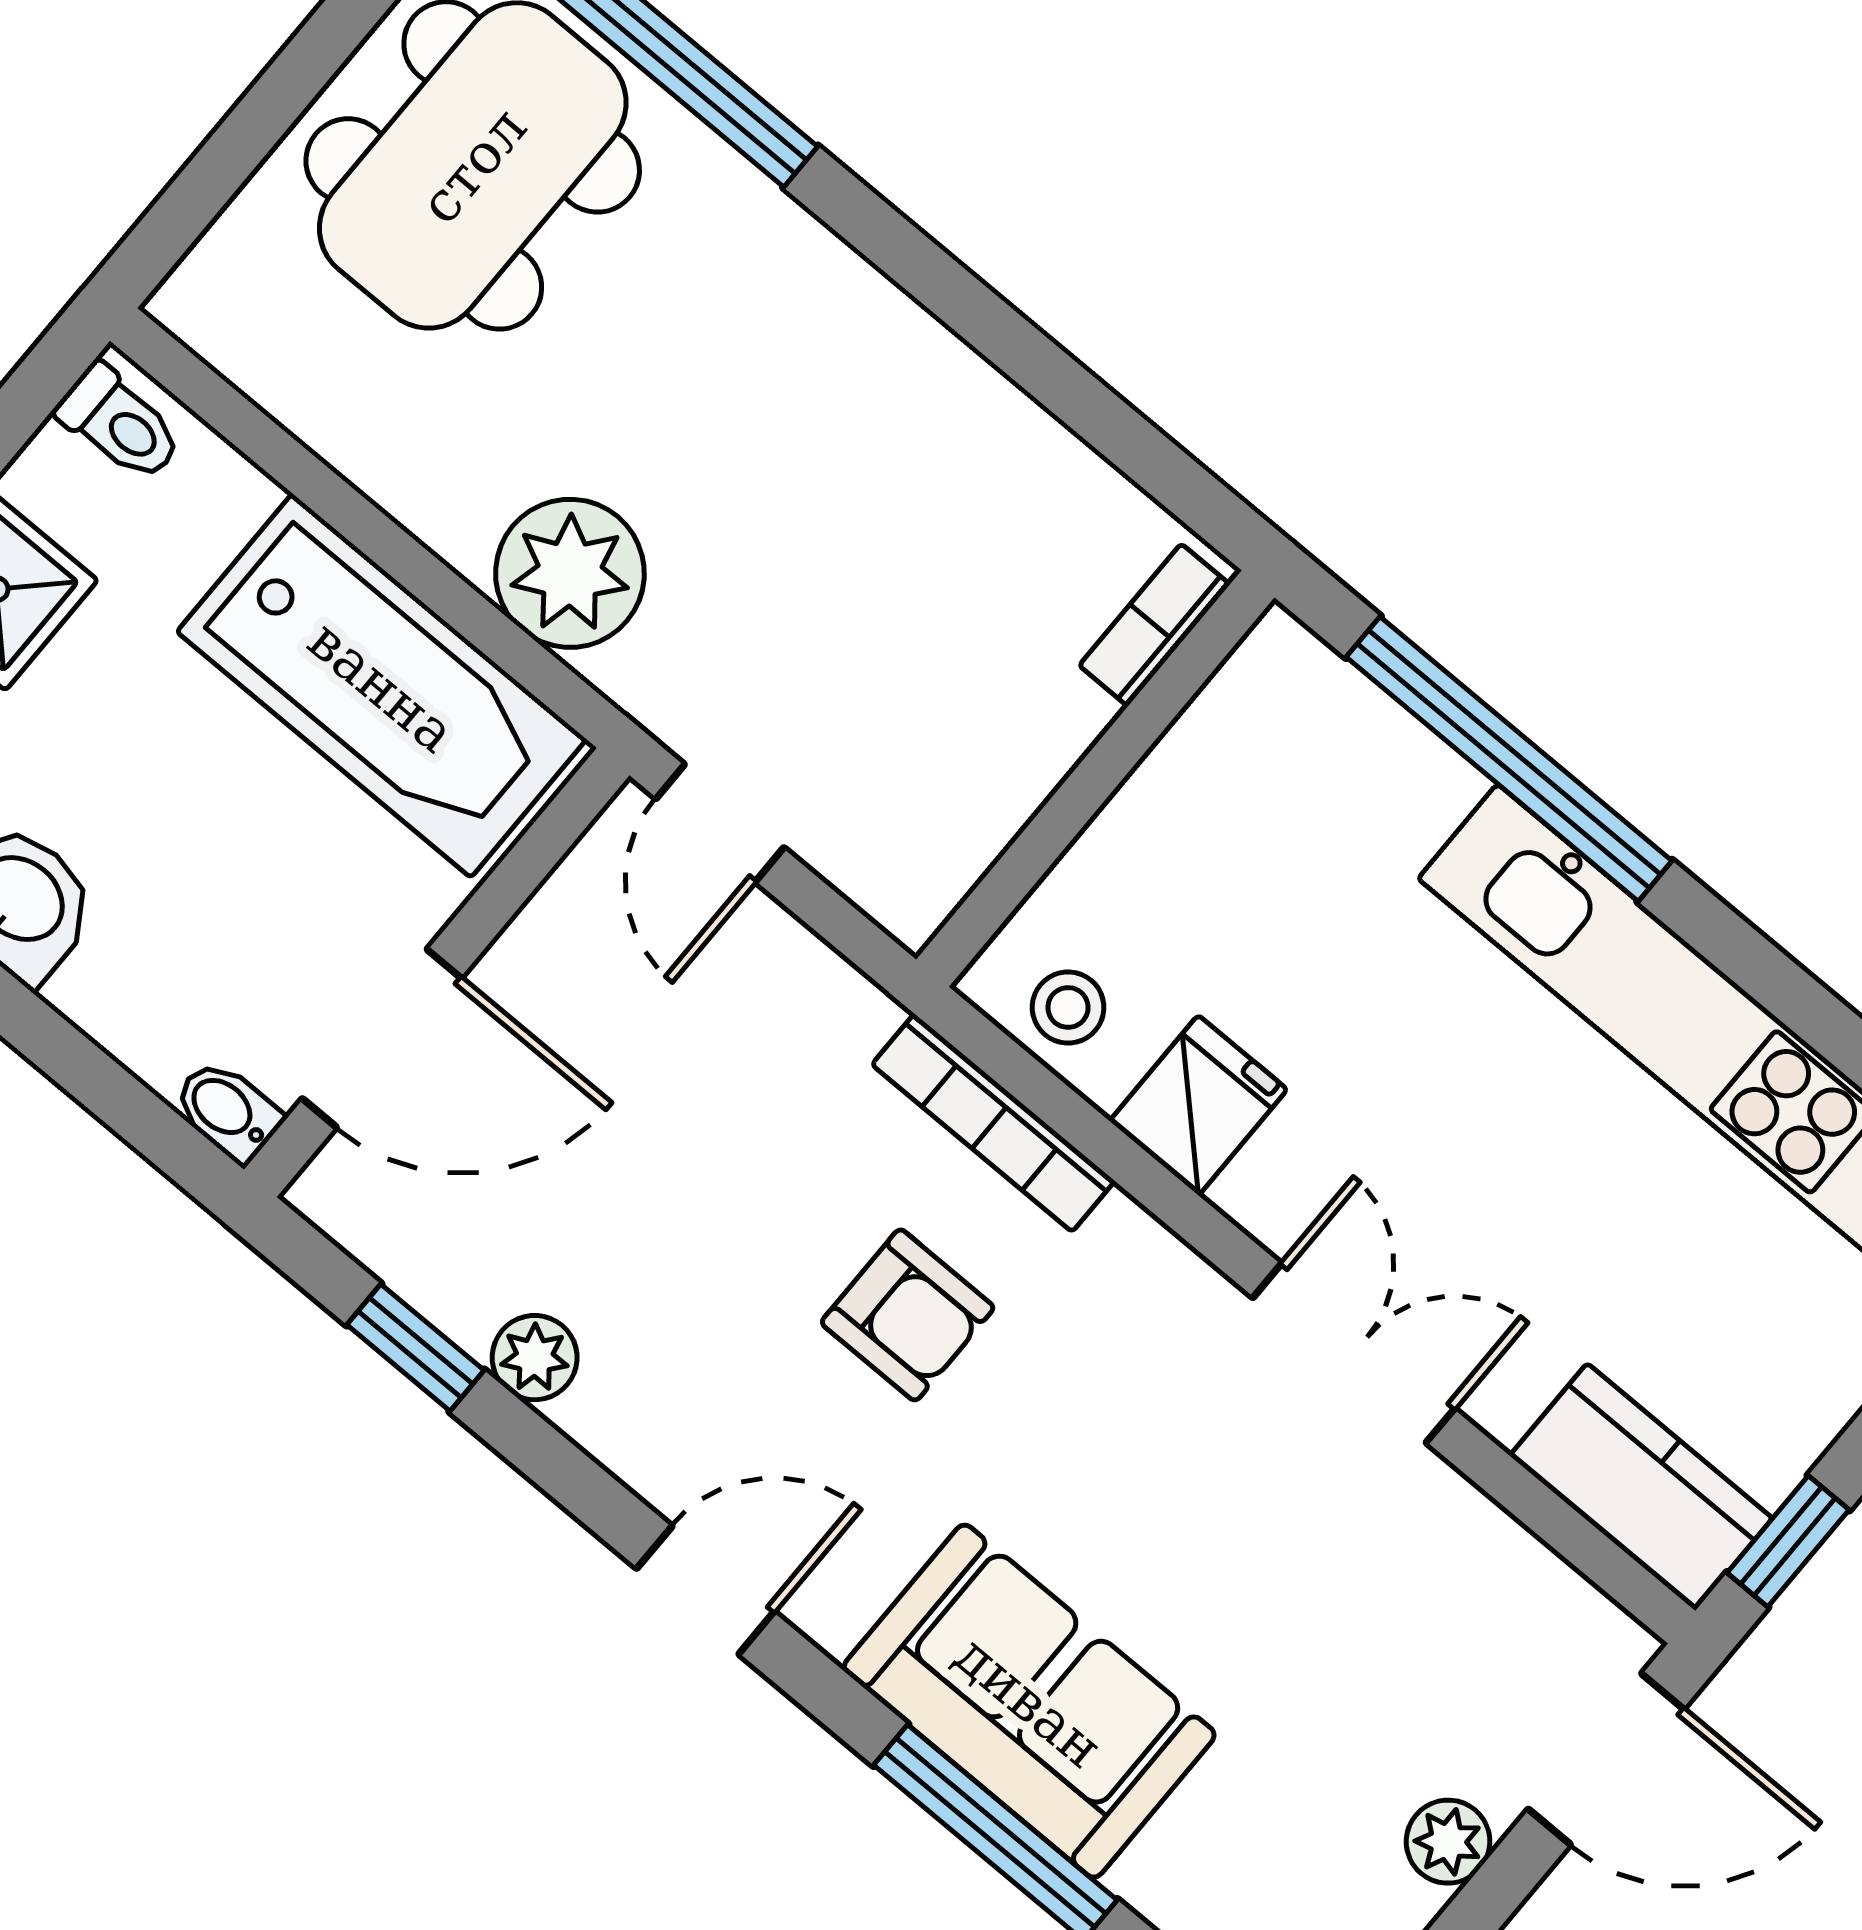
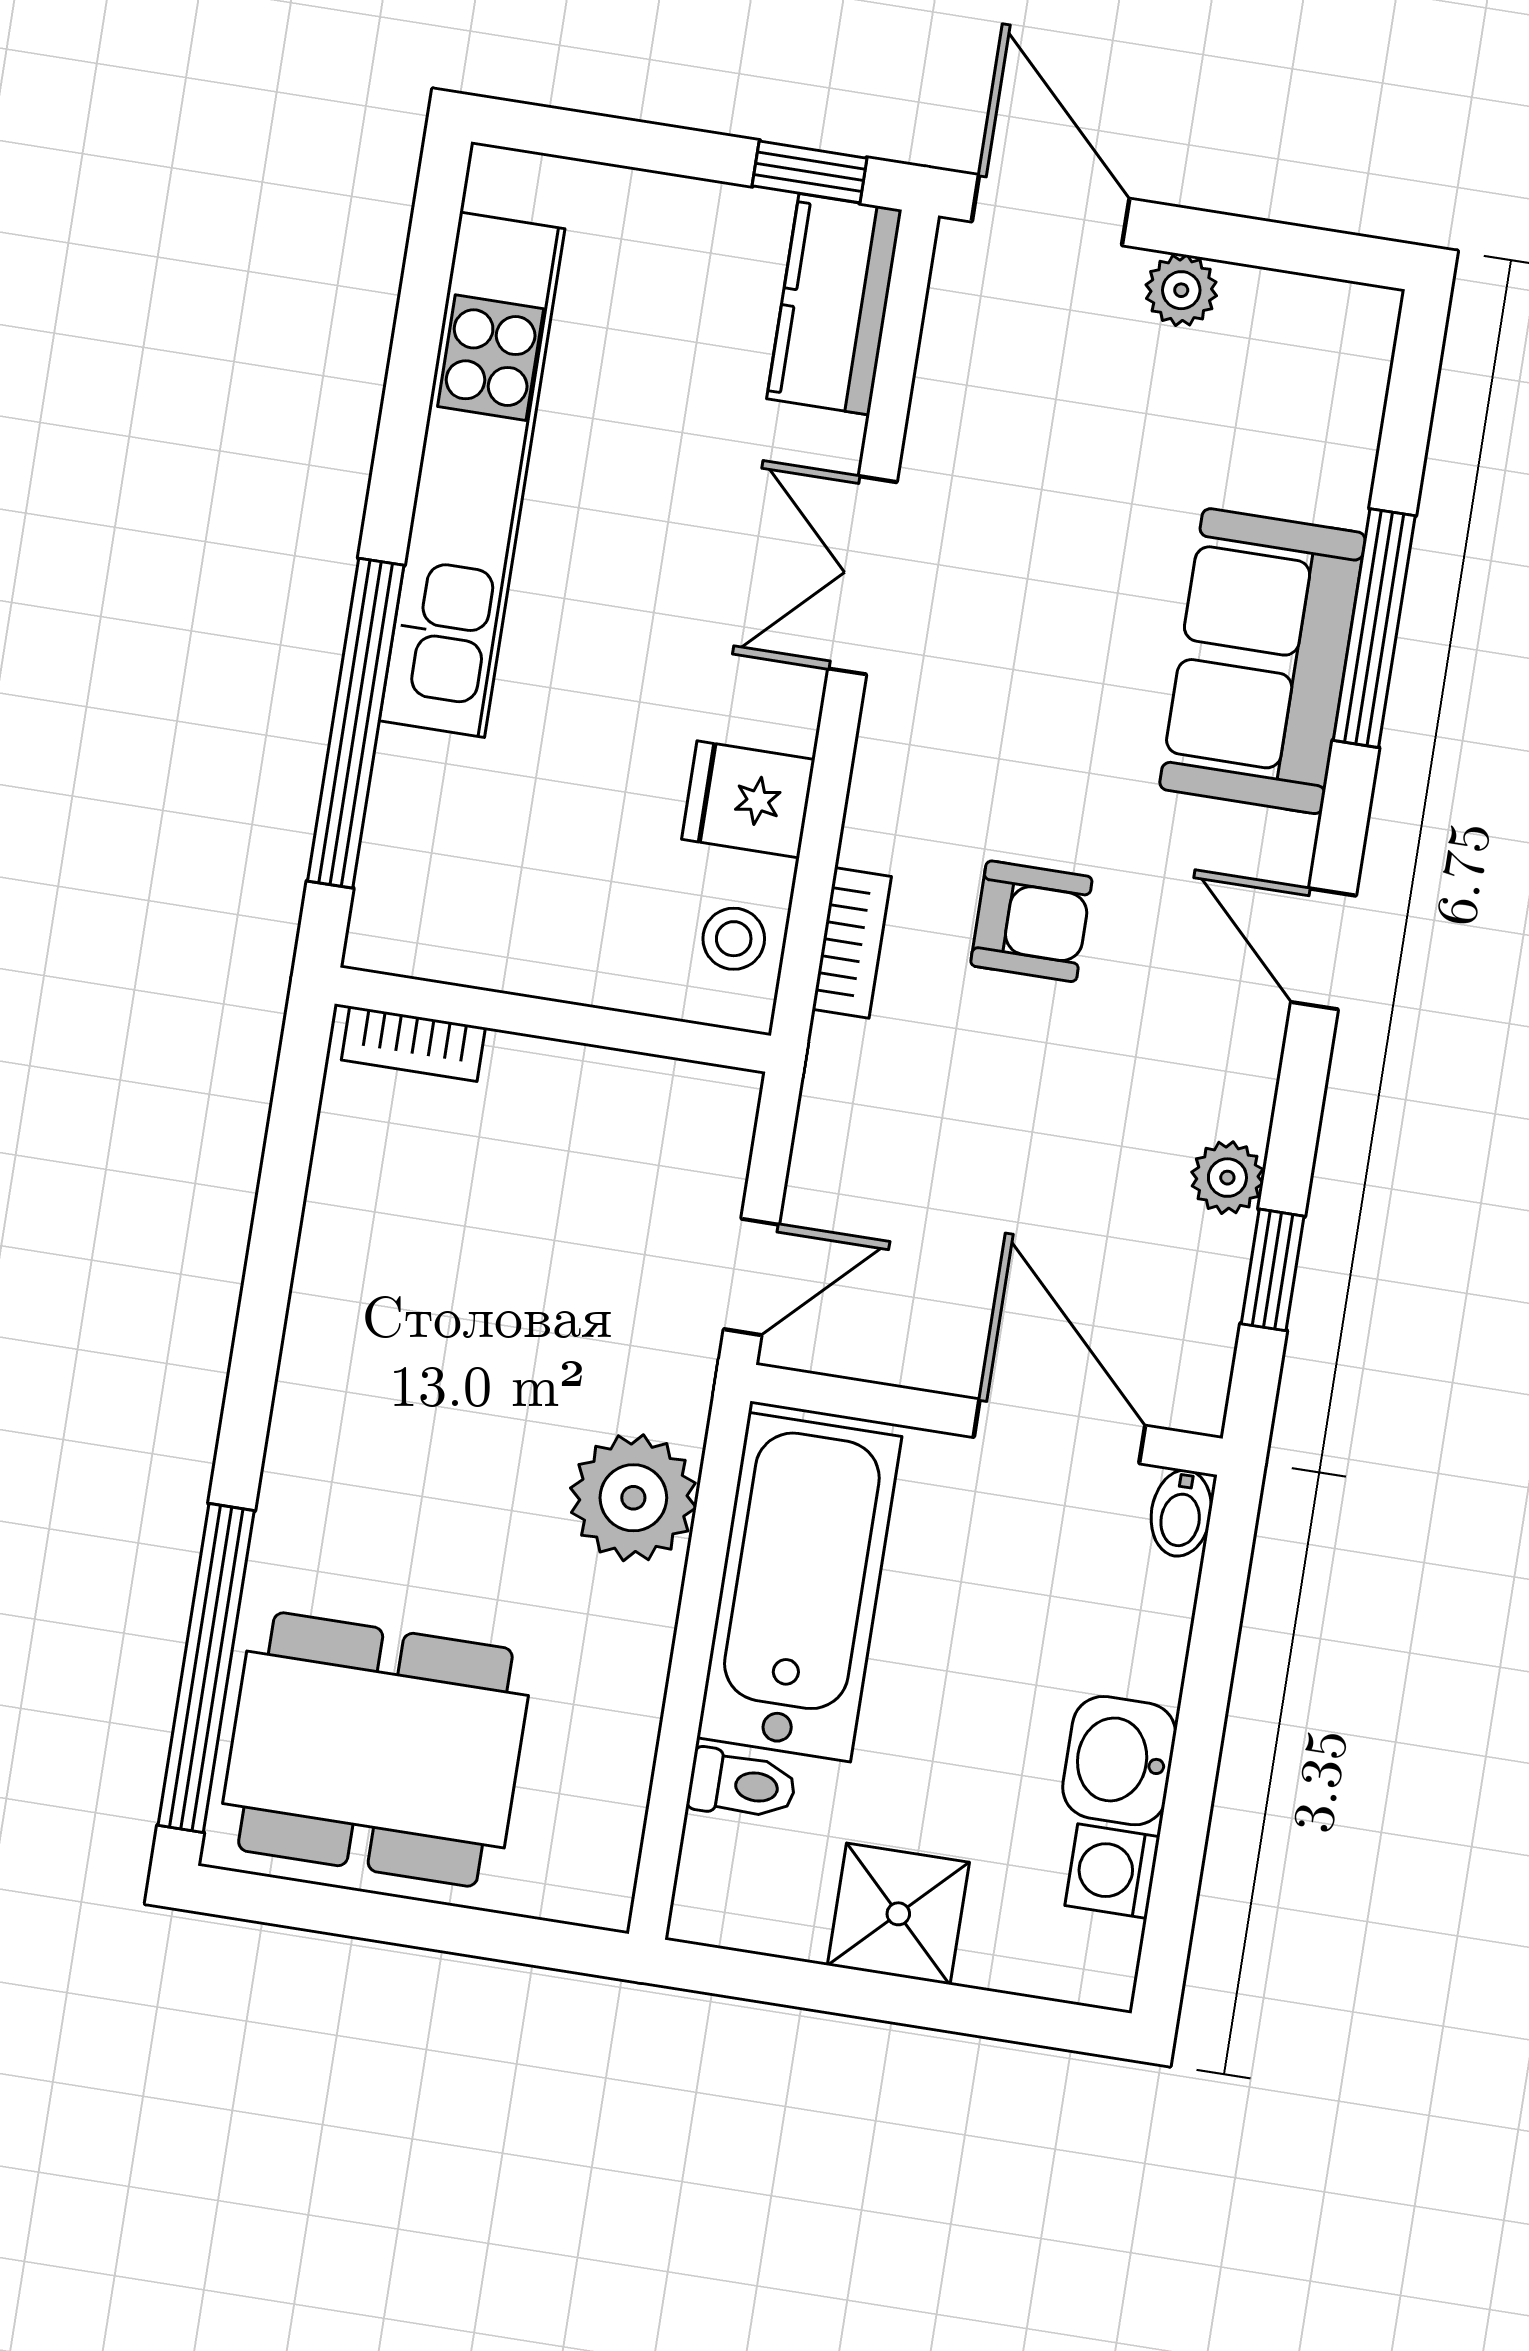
toilet: (120, 423) -> (742, 1785), moved, turned 90
bookcase: (993, 1123) -> (852, 943), width x0.64
armchair: (908, 1315) -> (1031, 921), turned 90

